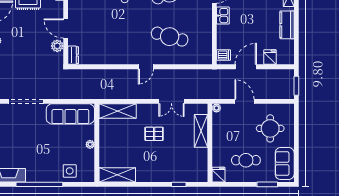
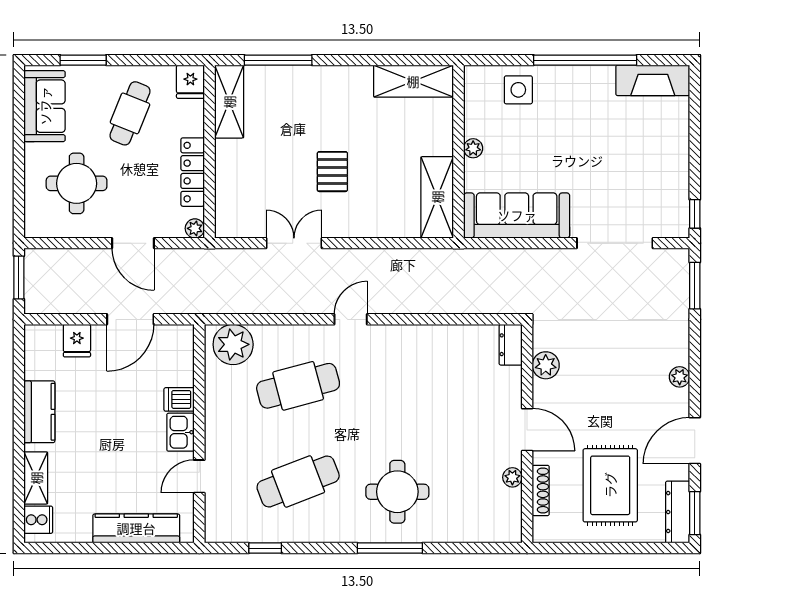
door: (66, 29) -> (527, 430), moved
cafe table: (170, 37) -> (298, 386), turned -30
plant: (199, 55) -> (233, 344), added
dishwasher: (224, 55) -> (179, 399), moved
shelving: (118, 111) -> (437, 197), moved, turned 90
shelving: (201, 131) -> (229, 102), moved
pallet: (154, 134) -> (332, 172), turned 90
locker: (217, 134) -> (193, 172), added
cafe table: (246, 160) -> (130, 113), turned -68
window: (179, 184) -> (278, 60), width x2.17

